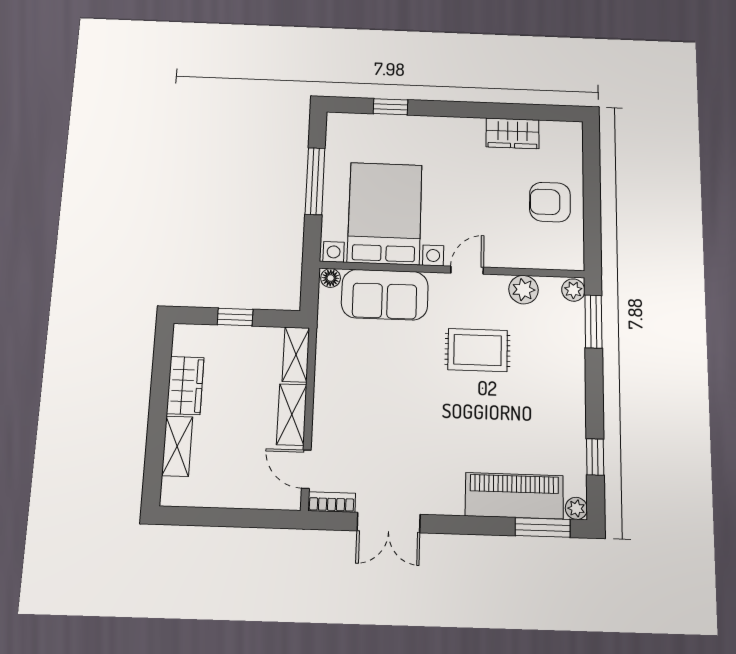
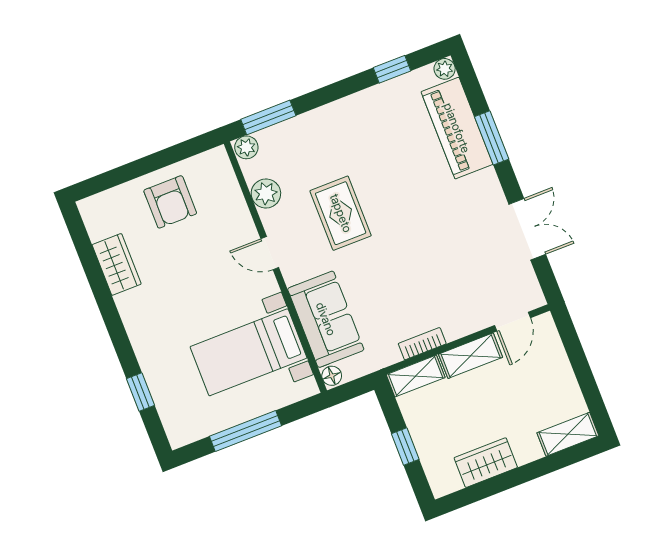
bed with nightstands: (385, 213) -> (249, 352), width x0.73
shelving: (177, 446) -> (568, 434), moved
bookcase: (332, 502) -> (422, 344), moved, turned 90
window: (543, 527) -> (492, 138), moved

